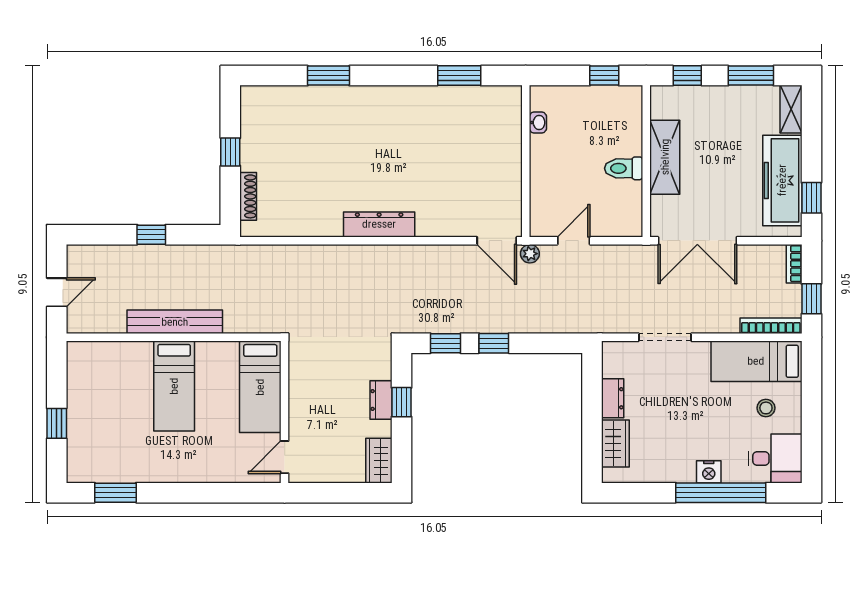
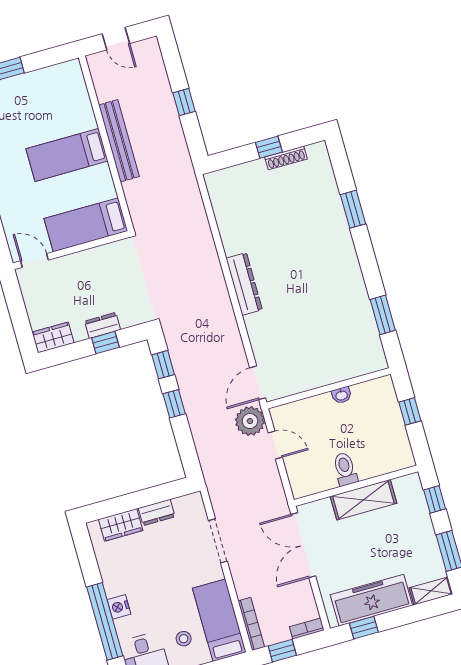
window: (604, 76) -> (410, 411), moved
washbasin: (538, 122) -> (342, 395), moved
shoe rack: (248, 196) -> (286, 158), moved
plant: (530, 254) -> (250, 421), width x1.88, depth x1.88

